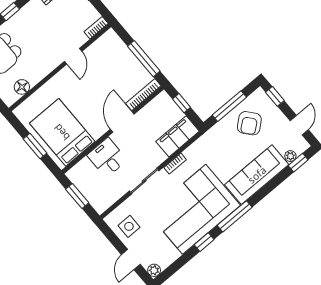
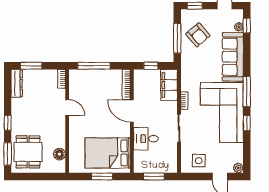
window: (144, 59) -> (94, 66), moved

